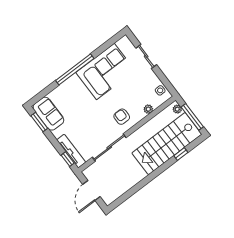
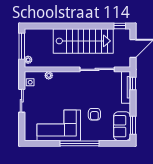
sliding door: (146, 56) -> (22, 101), moved
armchair: (122, 117) -> (94, 114), moved
stairs: (167, 144) -> (83, 41), moved
window: (181, 154) -> (120, 26), moved

